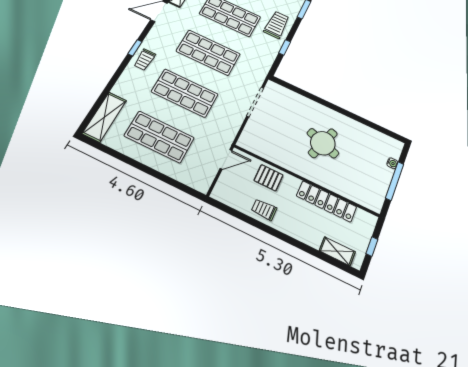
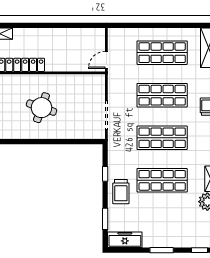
pallet: (269, 178) -> (70, 62), removed
trolley: (264, 210) -> (63, 37), removed

